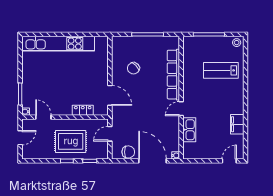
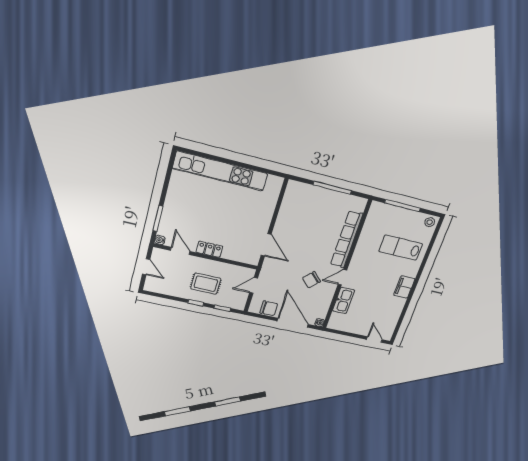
chair: (133, 68) -> (312, 280), moved
locker: (83, 110) -> (209, 249), moved
filing cabinet: (237, 124) -> (404, 287), moved
door: (20, 138) -> (146, 267), hinge flipped
rug: (71, 141) -> (206, 284), width x0.73, depth x0.70
door: (229, 161) -> (374, 339), hinge flipped

